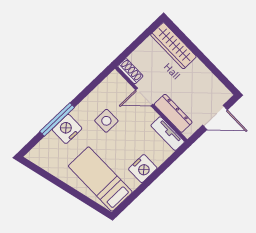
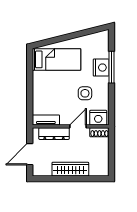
wardrobe: (173, 46) -> (70, 169), moved
nightstand: (143, 169) -> (98, 118), moved, turned -90

